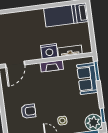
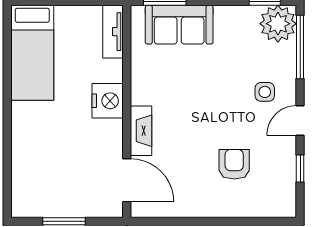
tv unit: (70, 51) -> (113, 32), moved
fireplace: (52, 66) -> (141, 131), moved

